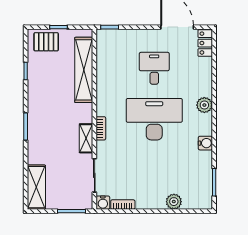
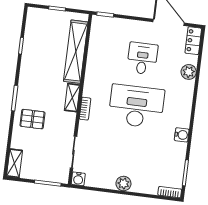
pallet: (46, 42) -> (32, 119), moved
plant: (204, 105) -> (189, 72), moved
shelving: (86, 138) -> (72, 98), moved
shelving: (36, 187) -> (14, 163), width x0.67, depth x0.75
plant: (174, 202) -> (123, 184), moved
bookcase: (123, 205) -> (170, 192), moved

